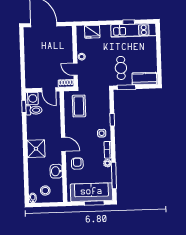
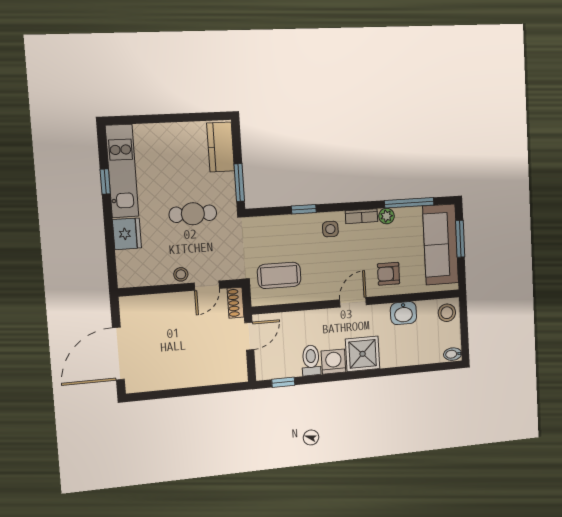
fridge: (92, 32) -> (127, 234), moved
cafe table: (121, 68) -> (193, 214), moved
washing machine: (32, 98) -> (333, 362), moved
toilet: (34, 110) -> (311, 360), moved
stool: (45, 191) -> (447, 313), moved

